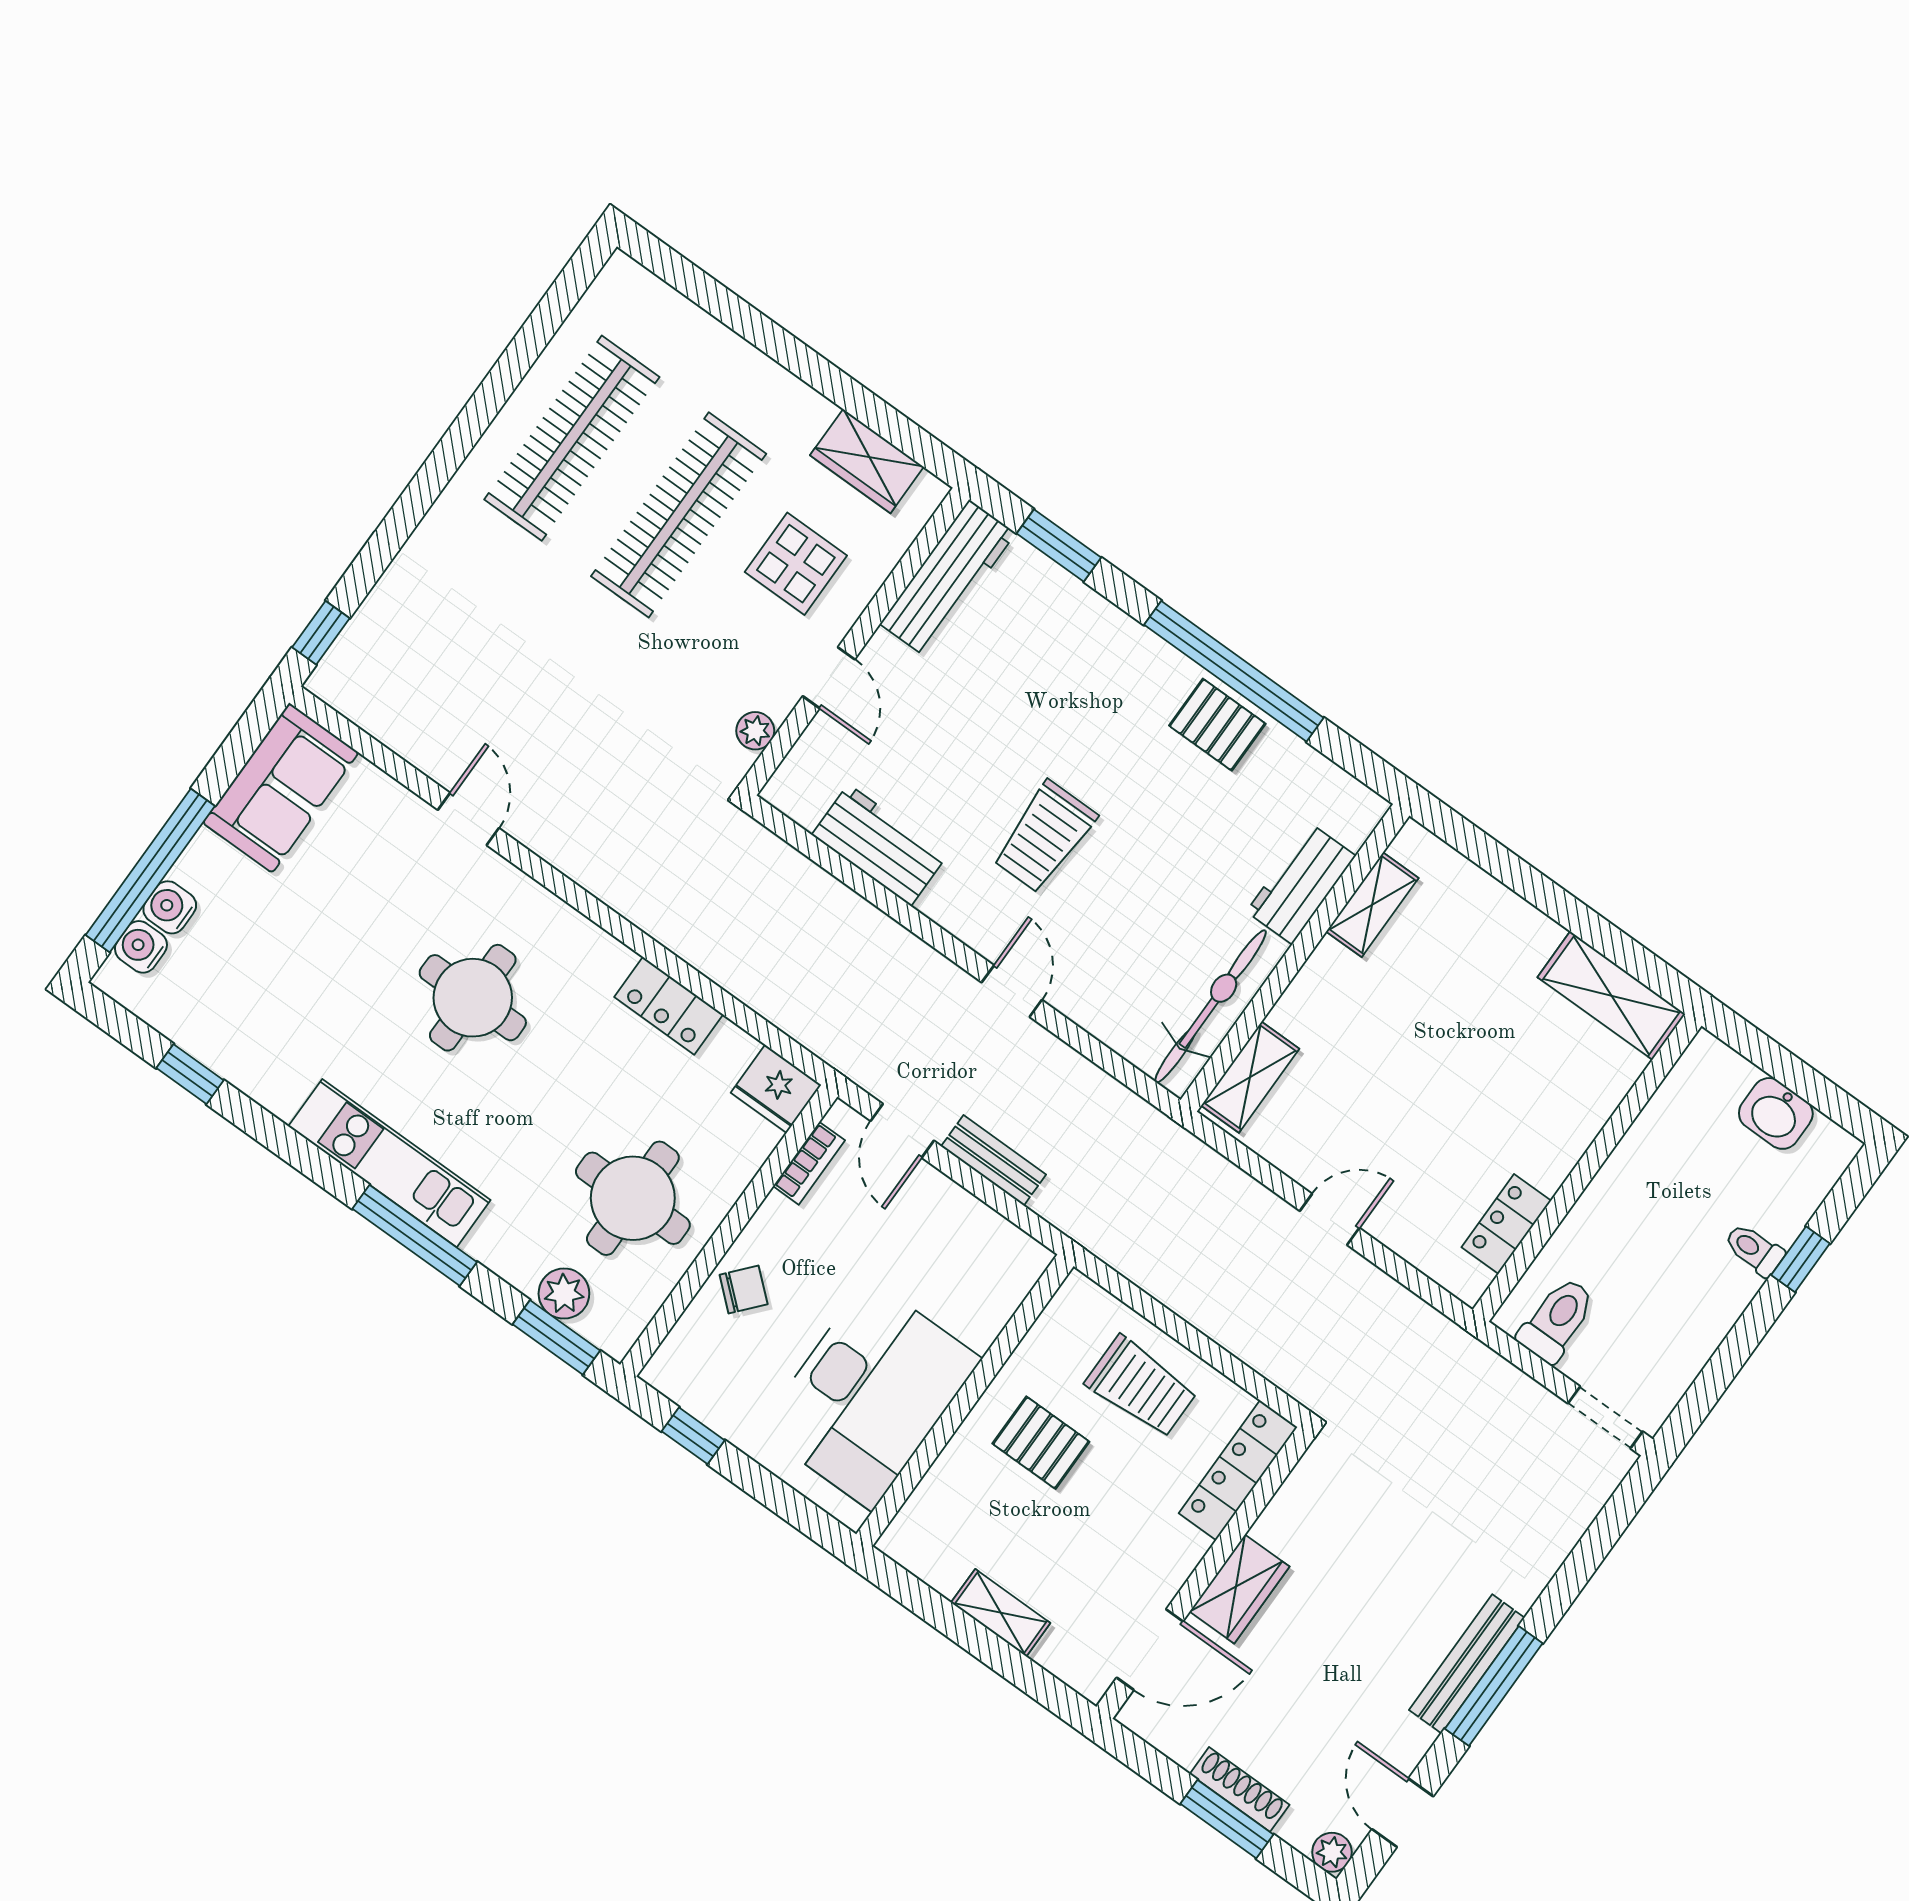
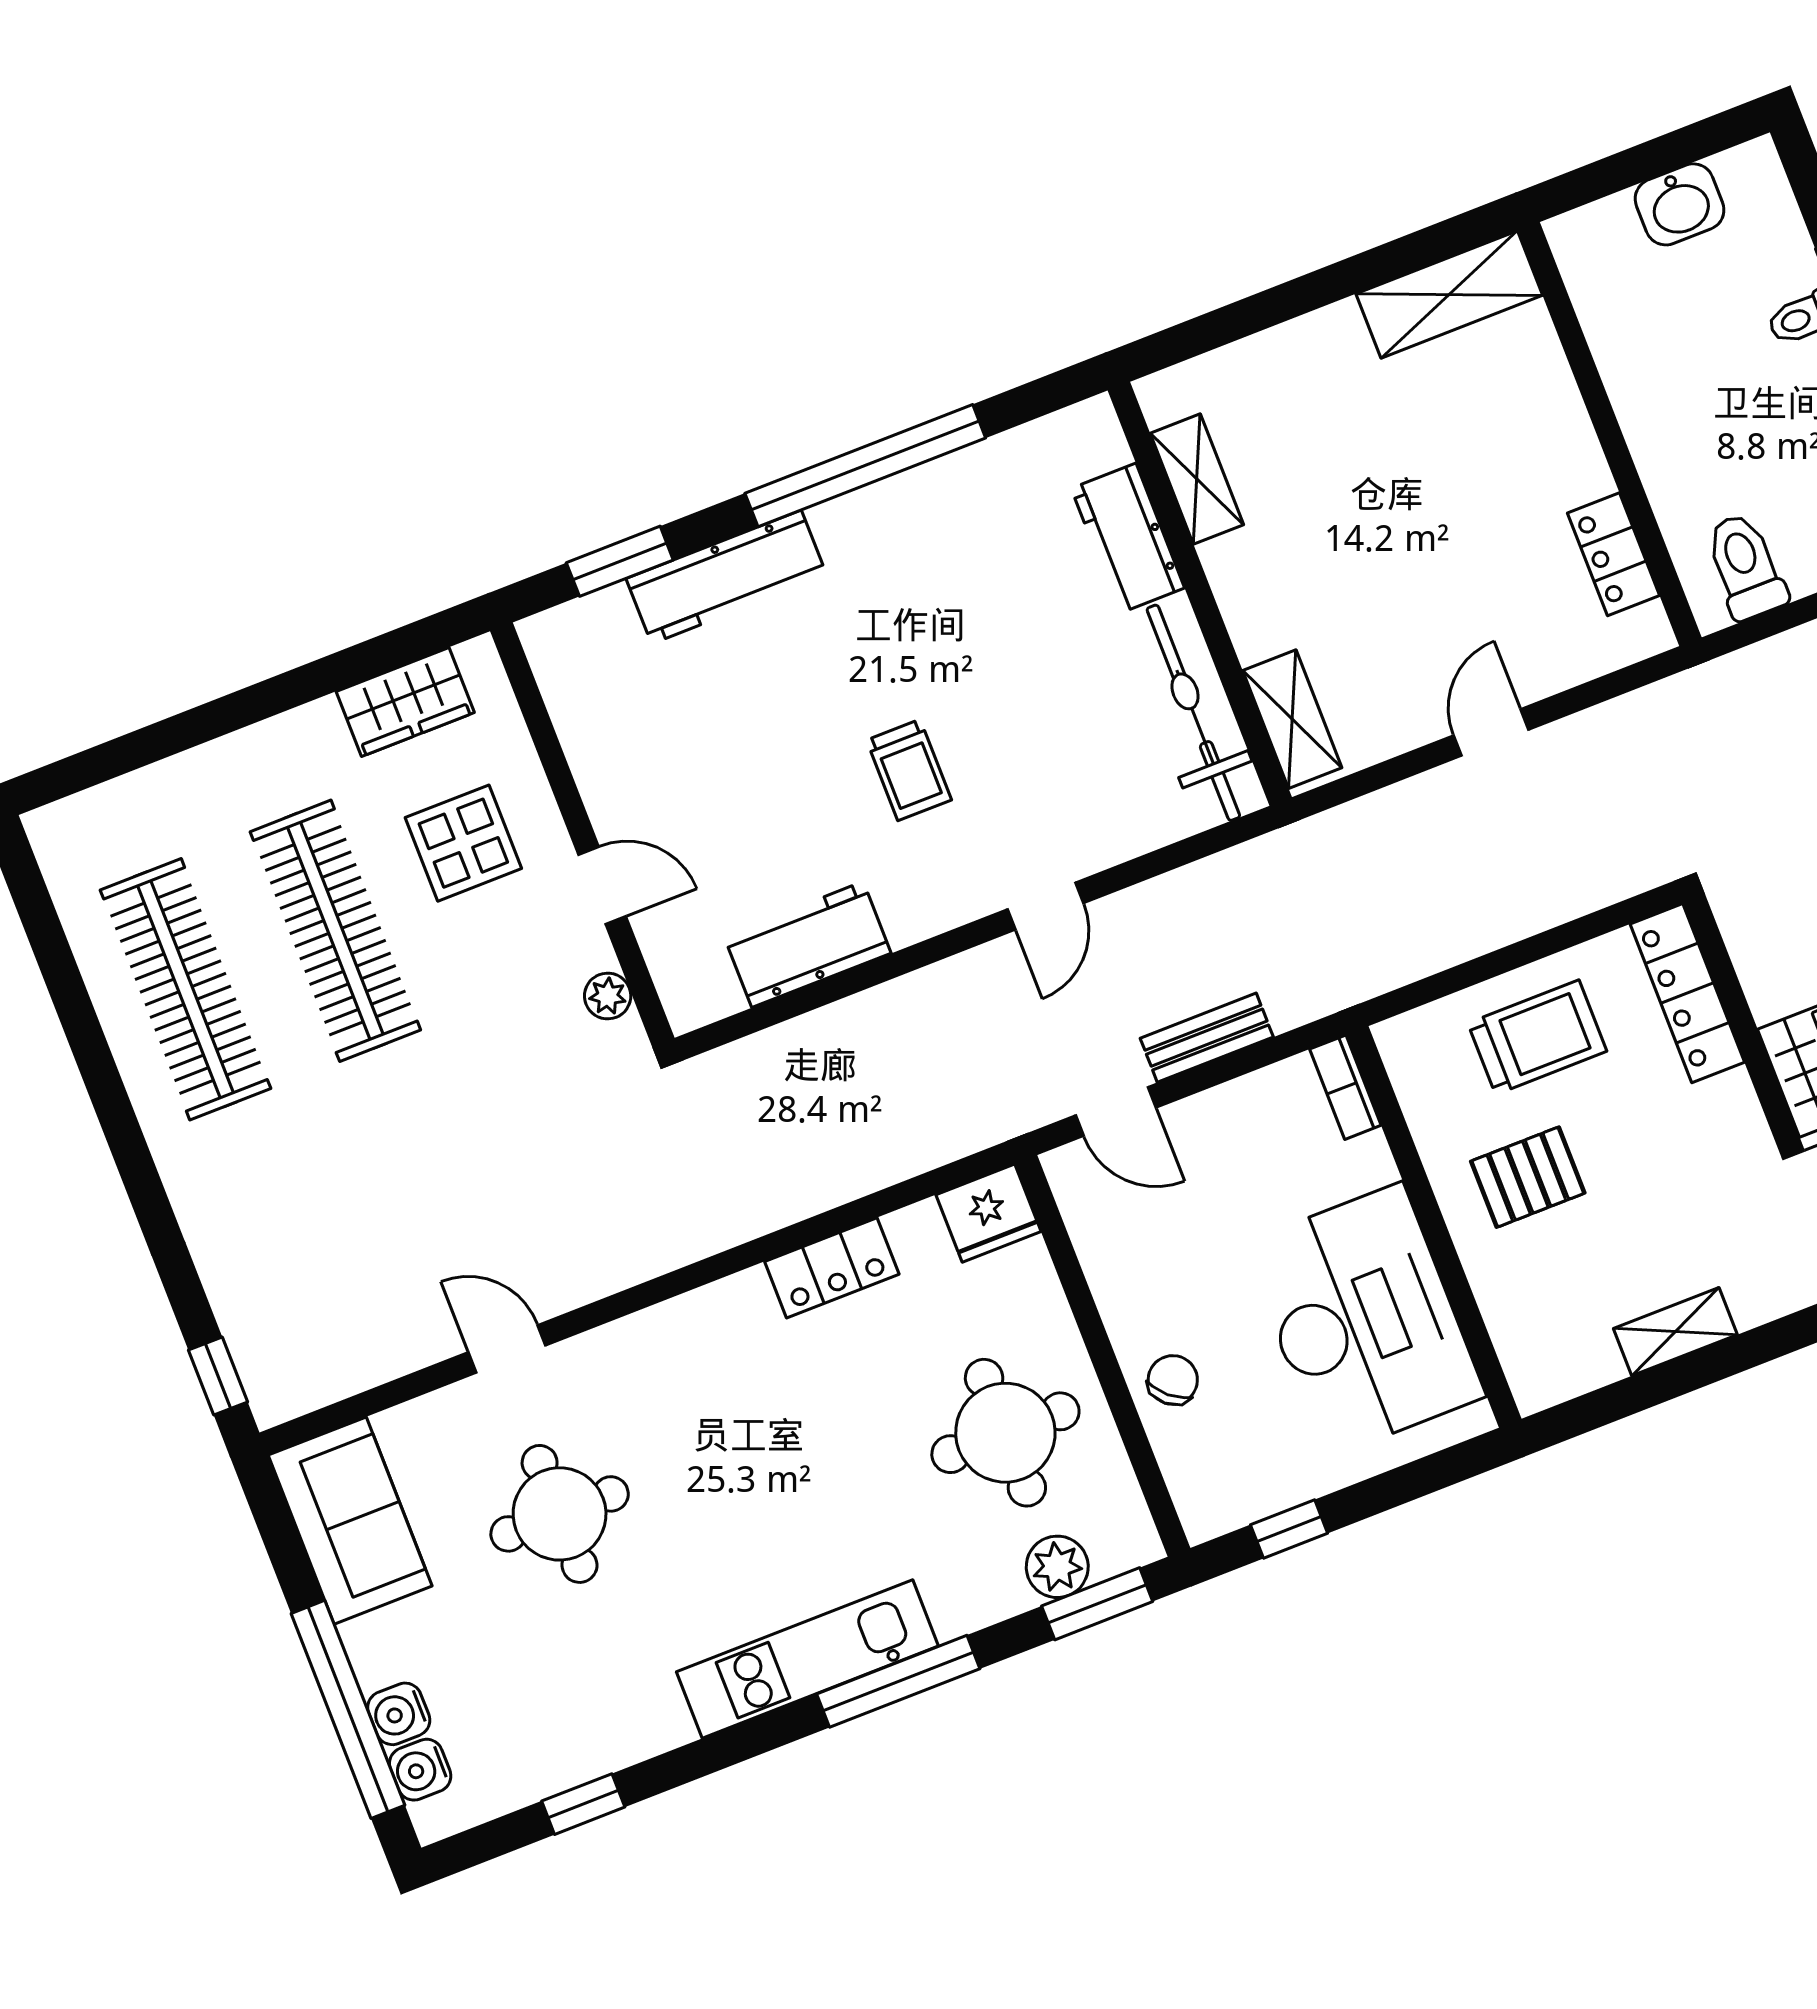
workbench: (948, 579) -> (726, 577), moved, turned 90
pallet: (1217, 725) -> (909, 518), removed
trolley: (1045, 837) -> (909, 770), width x0.73, depth x0.72
door: (1012, 991) -> (1045, 906), swing flipped
round table: (473, 998) -> (560, 1514), moved
bookcase: (809, 1163) -> (1345, 1087), moved, turned 180

